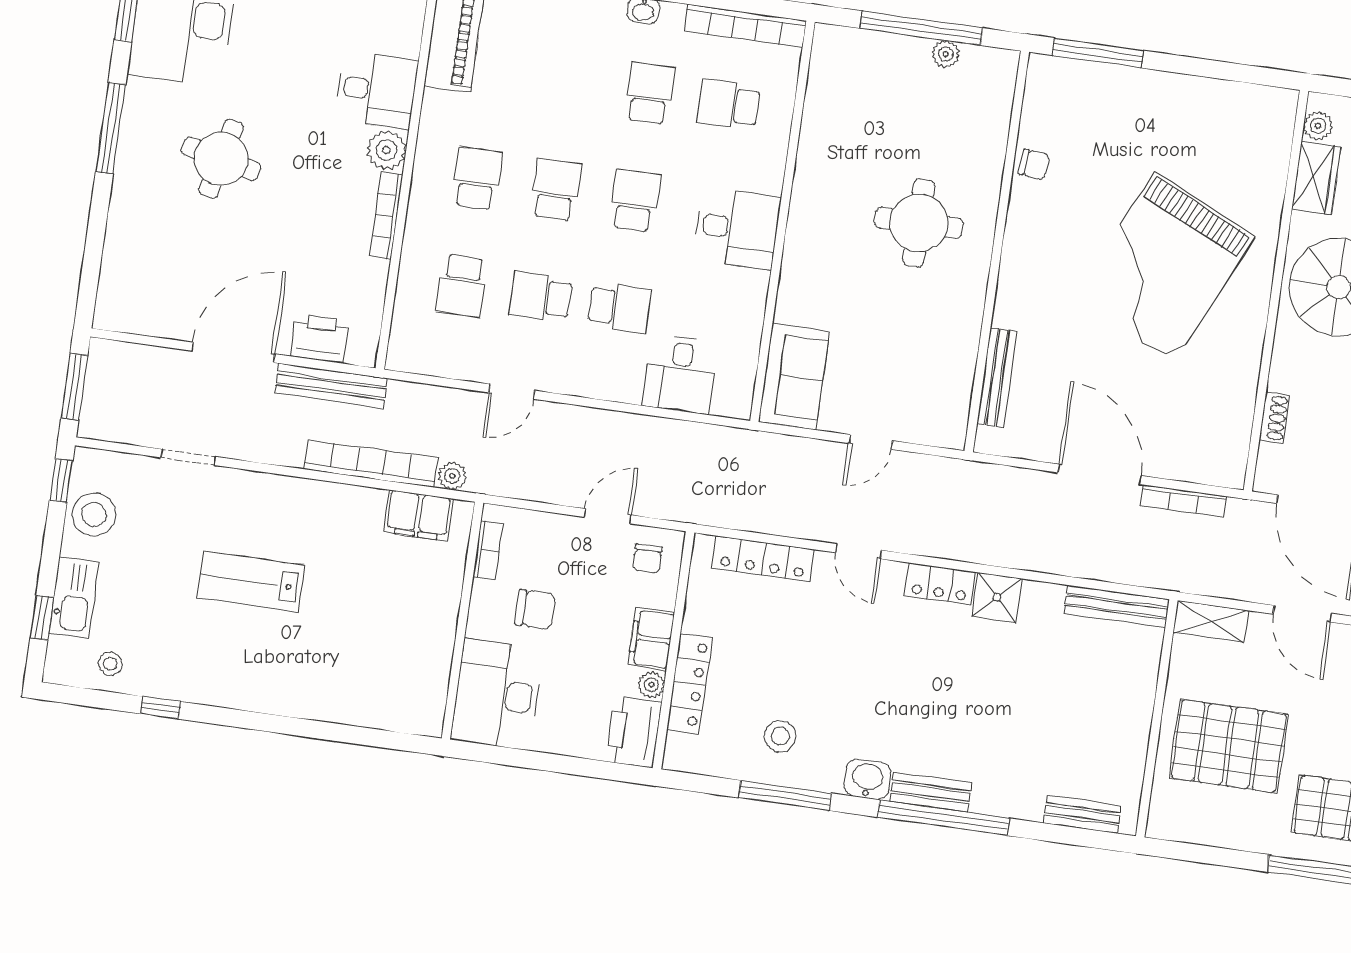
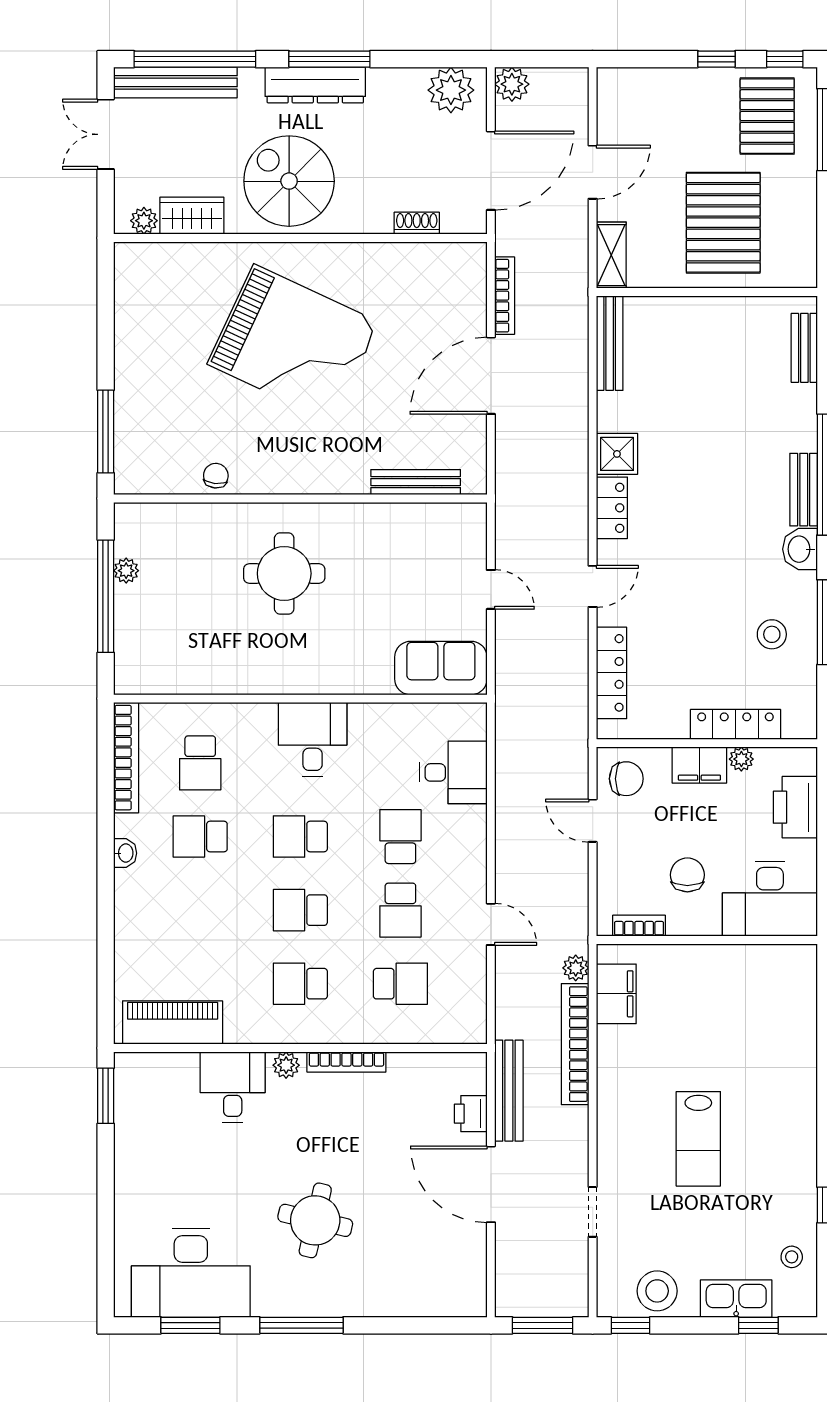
plant: (386, 150) -> (286, 1065), width x0.73, depth x0.73
printer: (320, 338) -> (471, 1114), width x0.73, depth x0.81
chair: (647, 558) -> (626, 779), width x1.37, depth x1.37
printer: (634, 732) -> (795, 807), moved, turned 90

